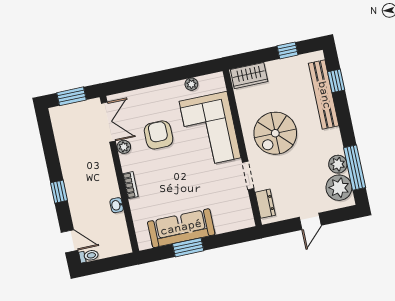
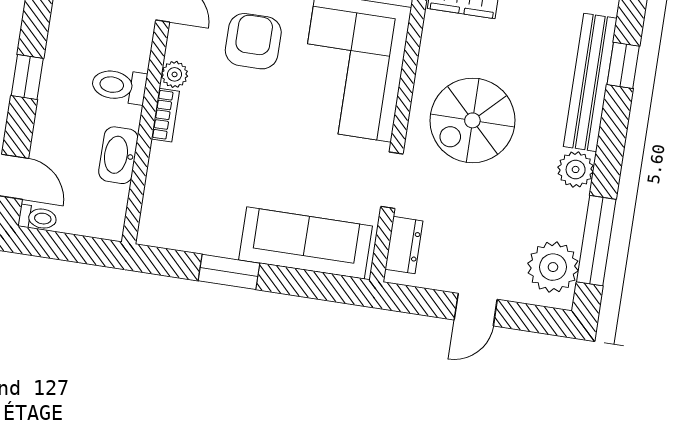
plant: (124, 147) -> (175, 74), moved
plant: (338, 164) -> (576, 169), moved
toilet: (104, 180) -> (119, 86), added
washbasin: (117, 205) -> (118, 155), width x1.91, depth x1.45
sofa: (181, 228) -> (305, 243), moved

